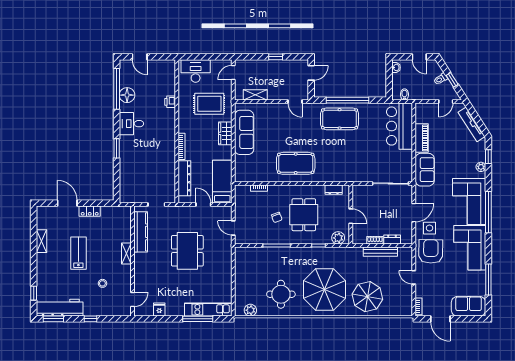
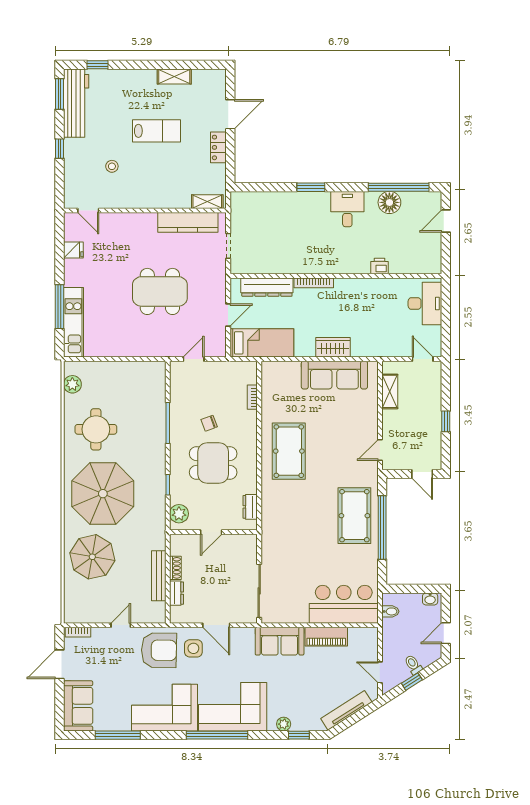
rug: (209, 104) -> (377, 324), removed
shelving: (126, 253) -> (207, 202), moved

